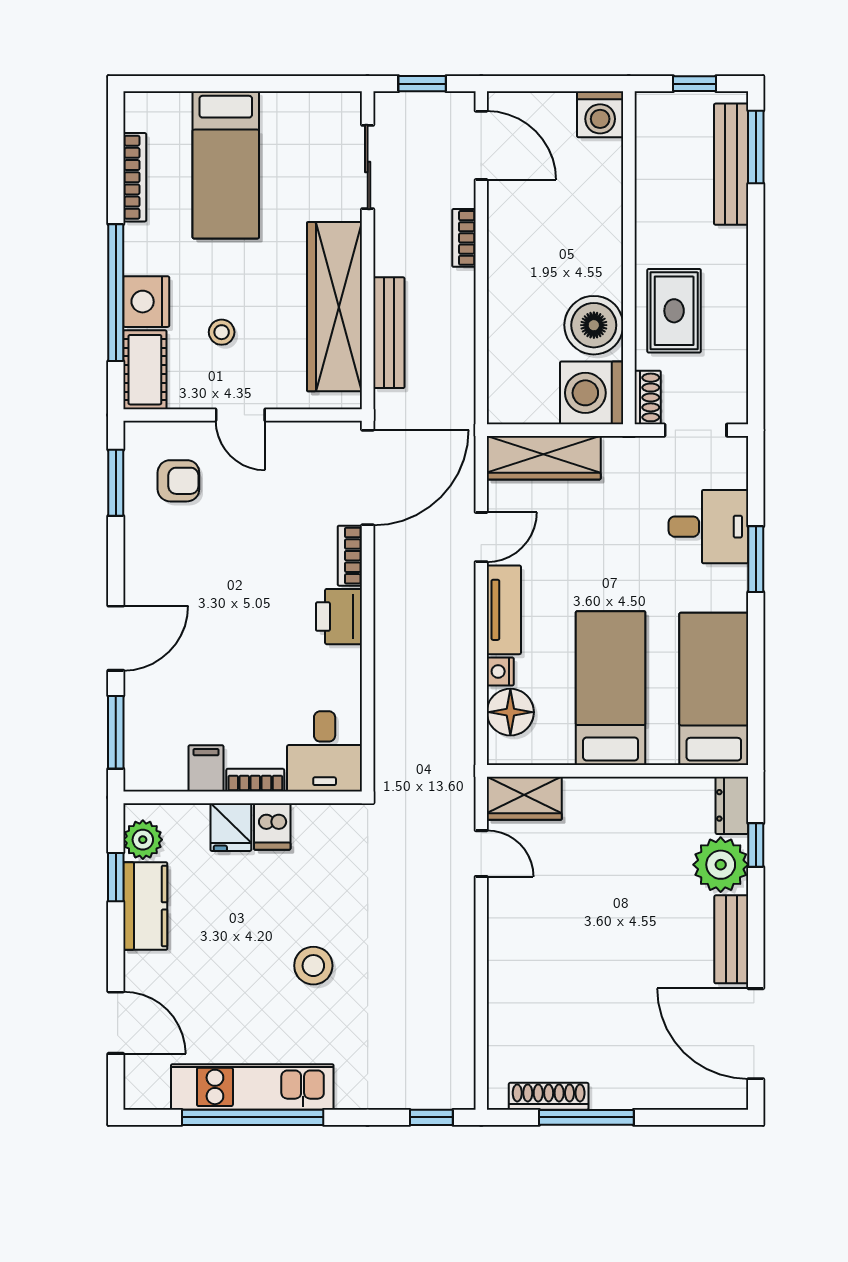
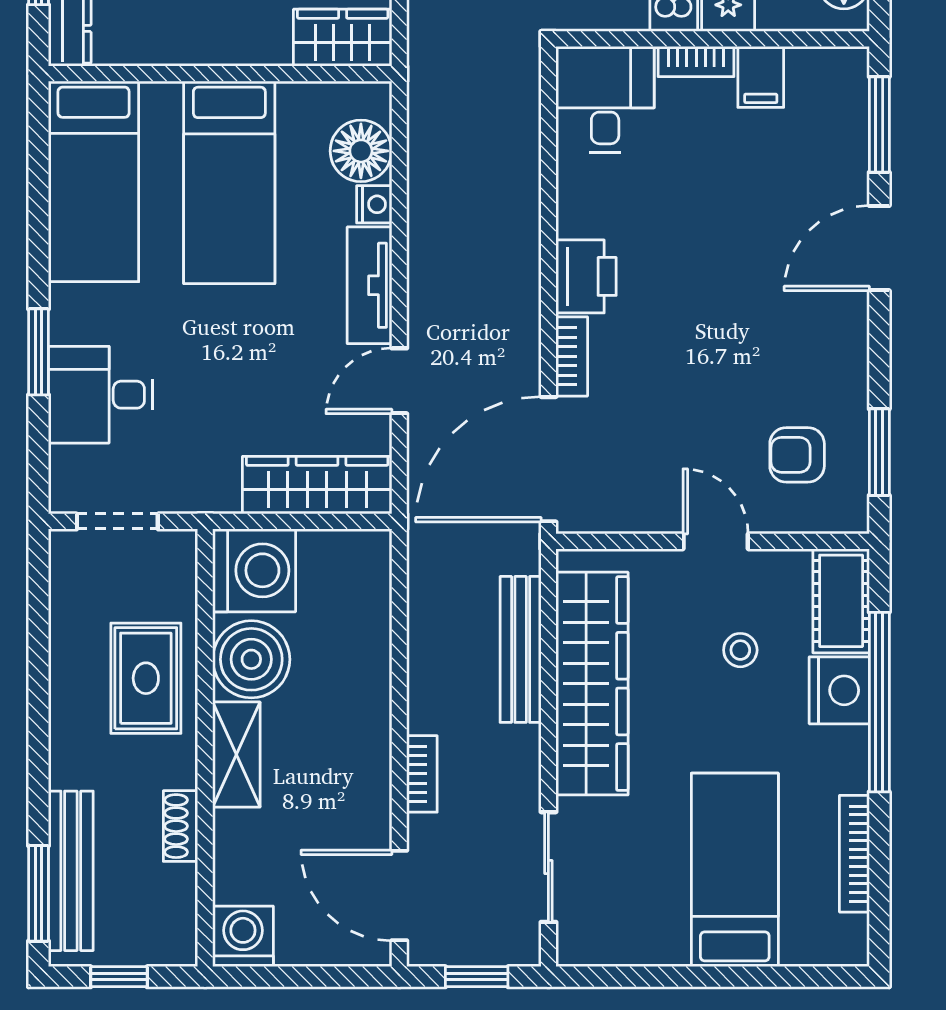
shelving: (605, 253) -> (236, 755), added
shoe rack: (648, 397) -> (181, 826), moved

